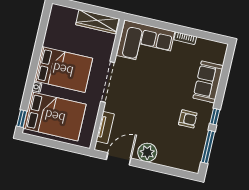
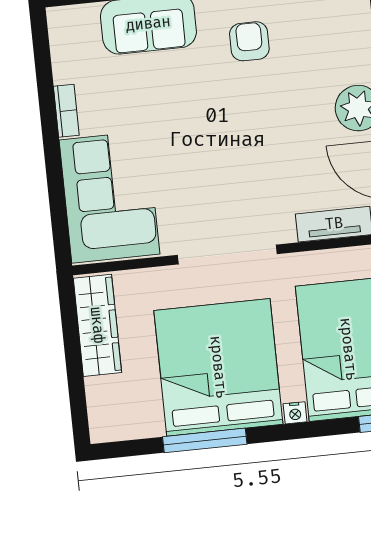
window: (38, 48) -> (205, 440), added
bed: (63, 69) -> (218, 367), width x1.36

